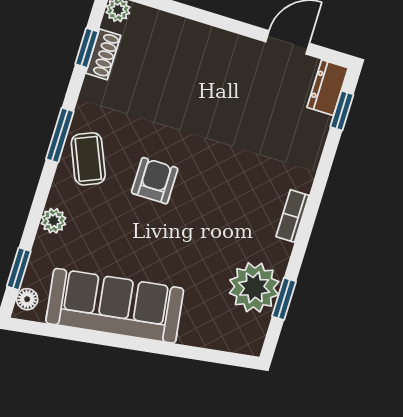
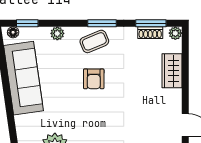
wardrobe: (183, 36) -> (172, 71), added
window: (87, 48) -> (151, 23), width x1.50
armchair: (155, 181) -> (94, 79), turned 90

